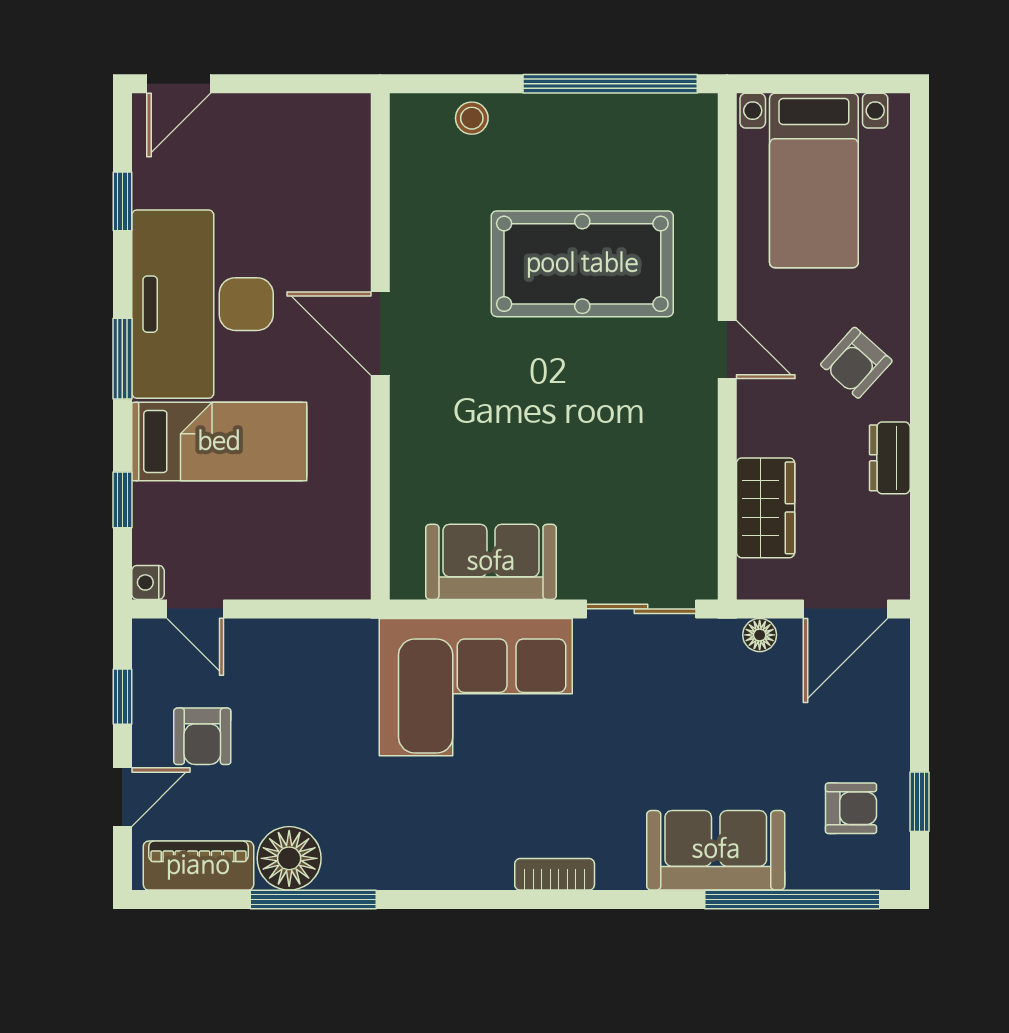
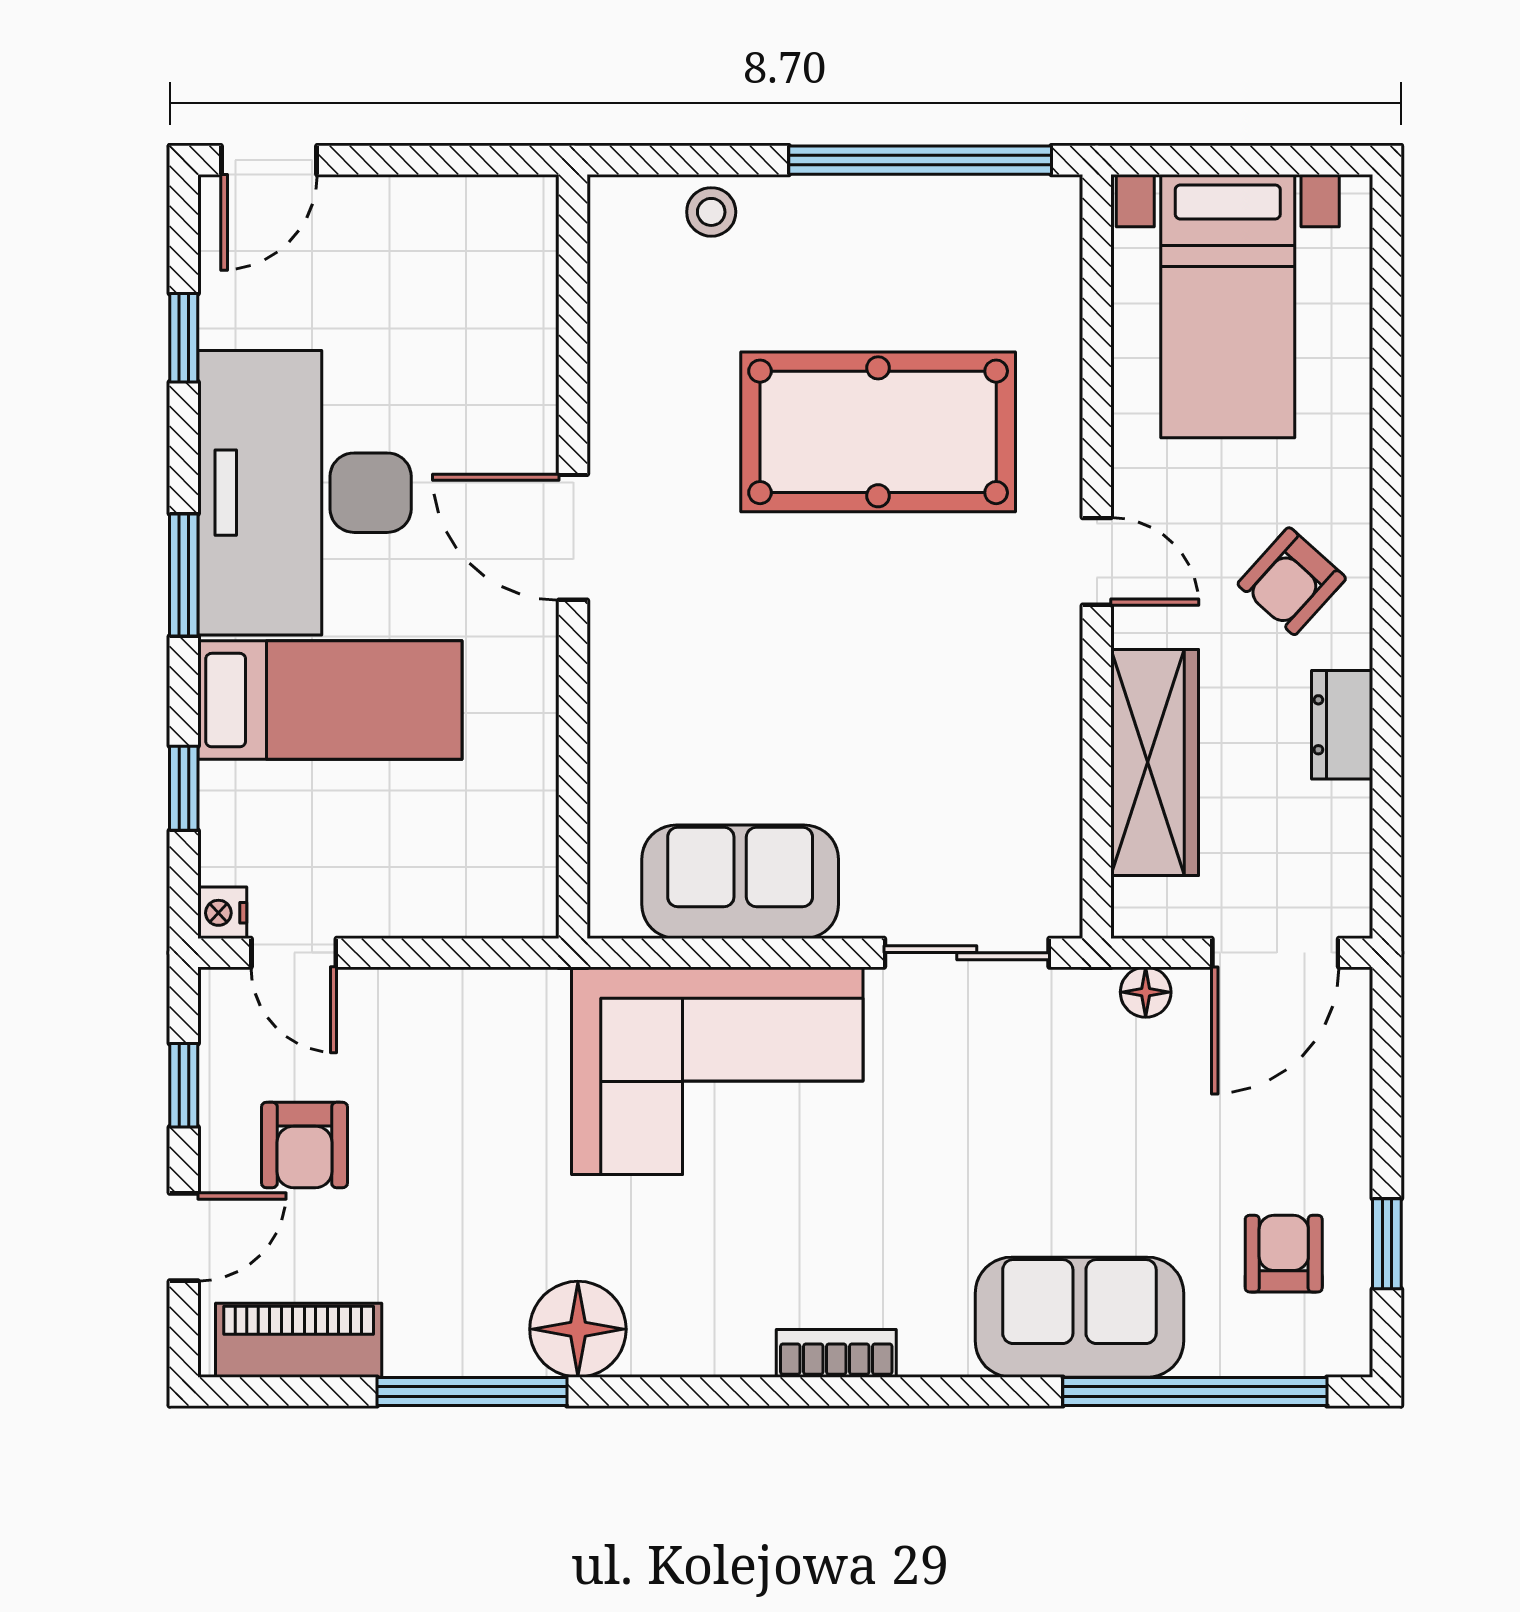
wardrobe: (766, 508) -> (1155, 762), width x1.50
armchair: (851, 808) -> (1284, 1254), turned -90
floor lamp: (289, 858) -> (578, 1329), moved

